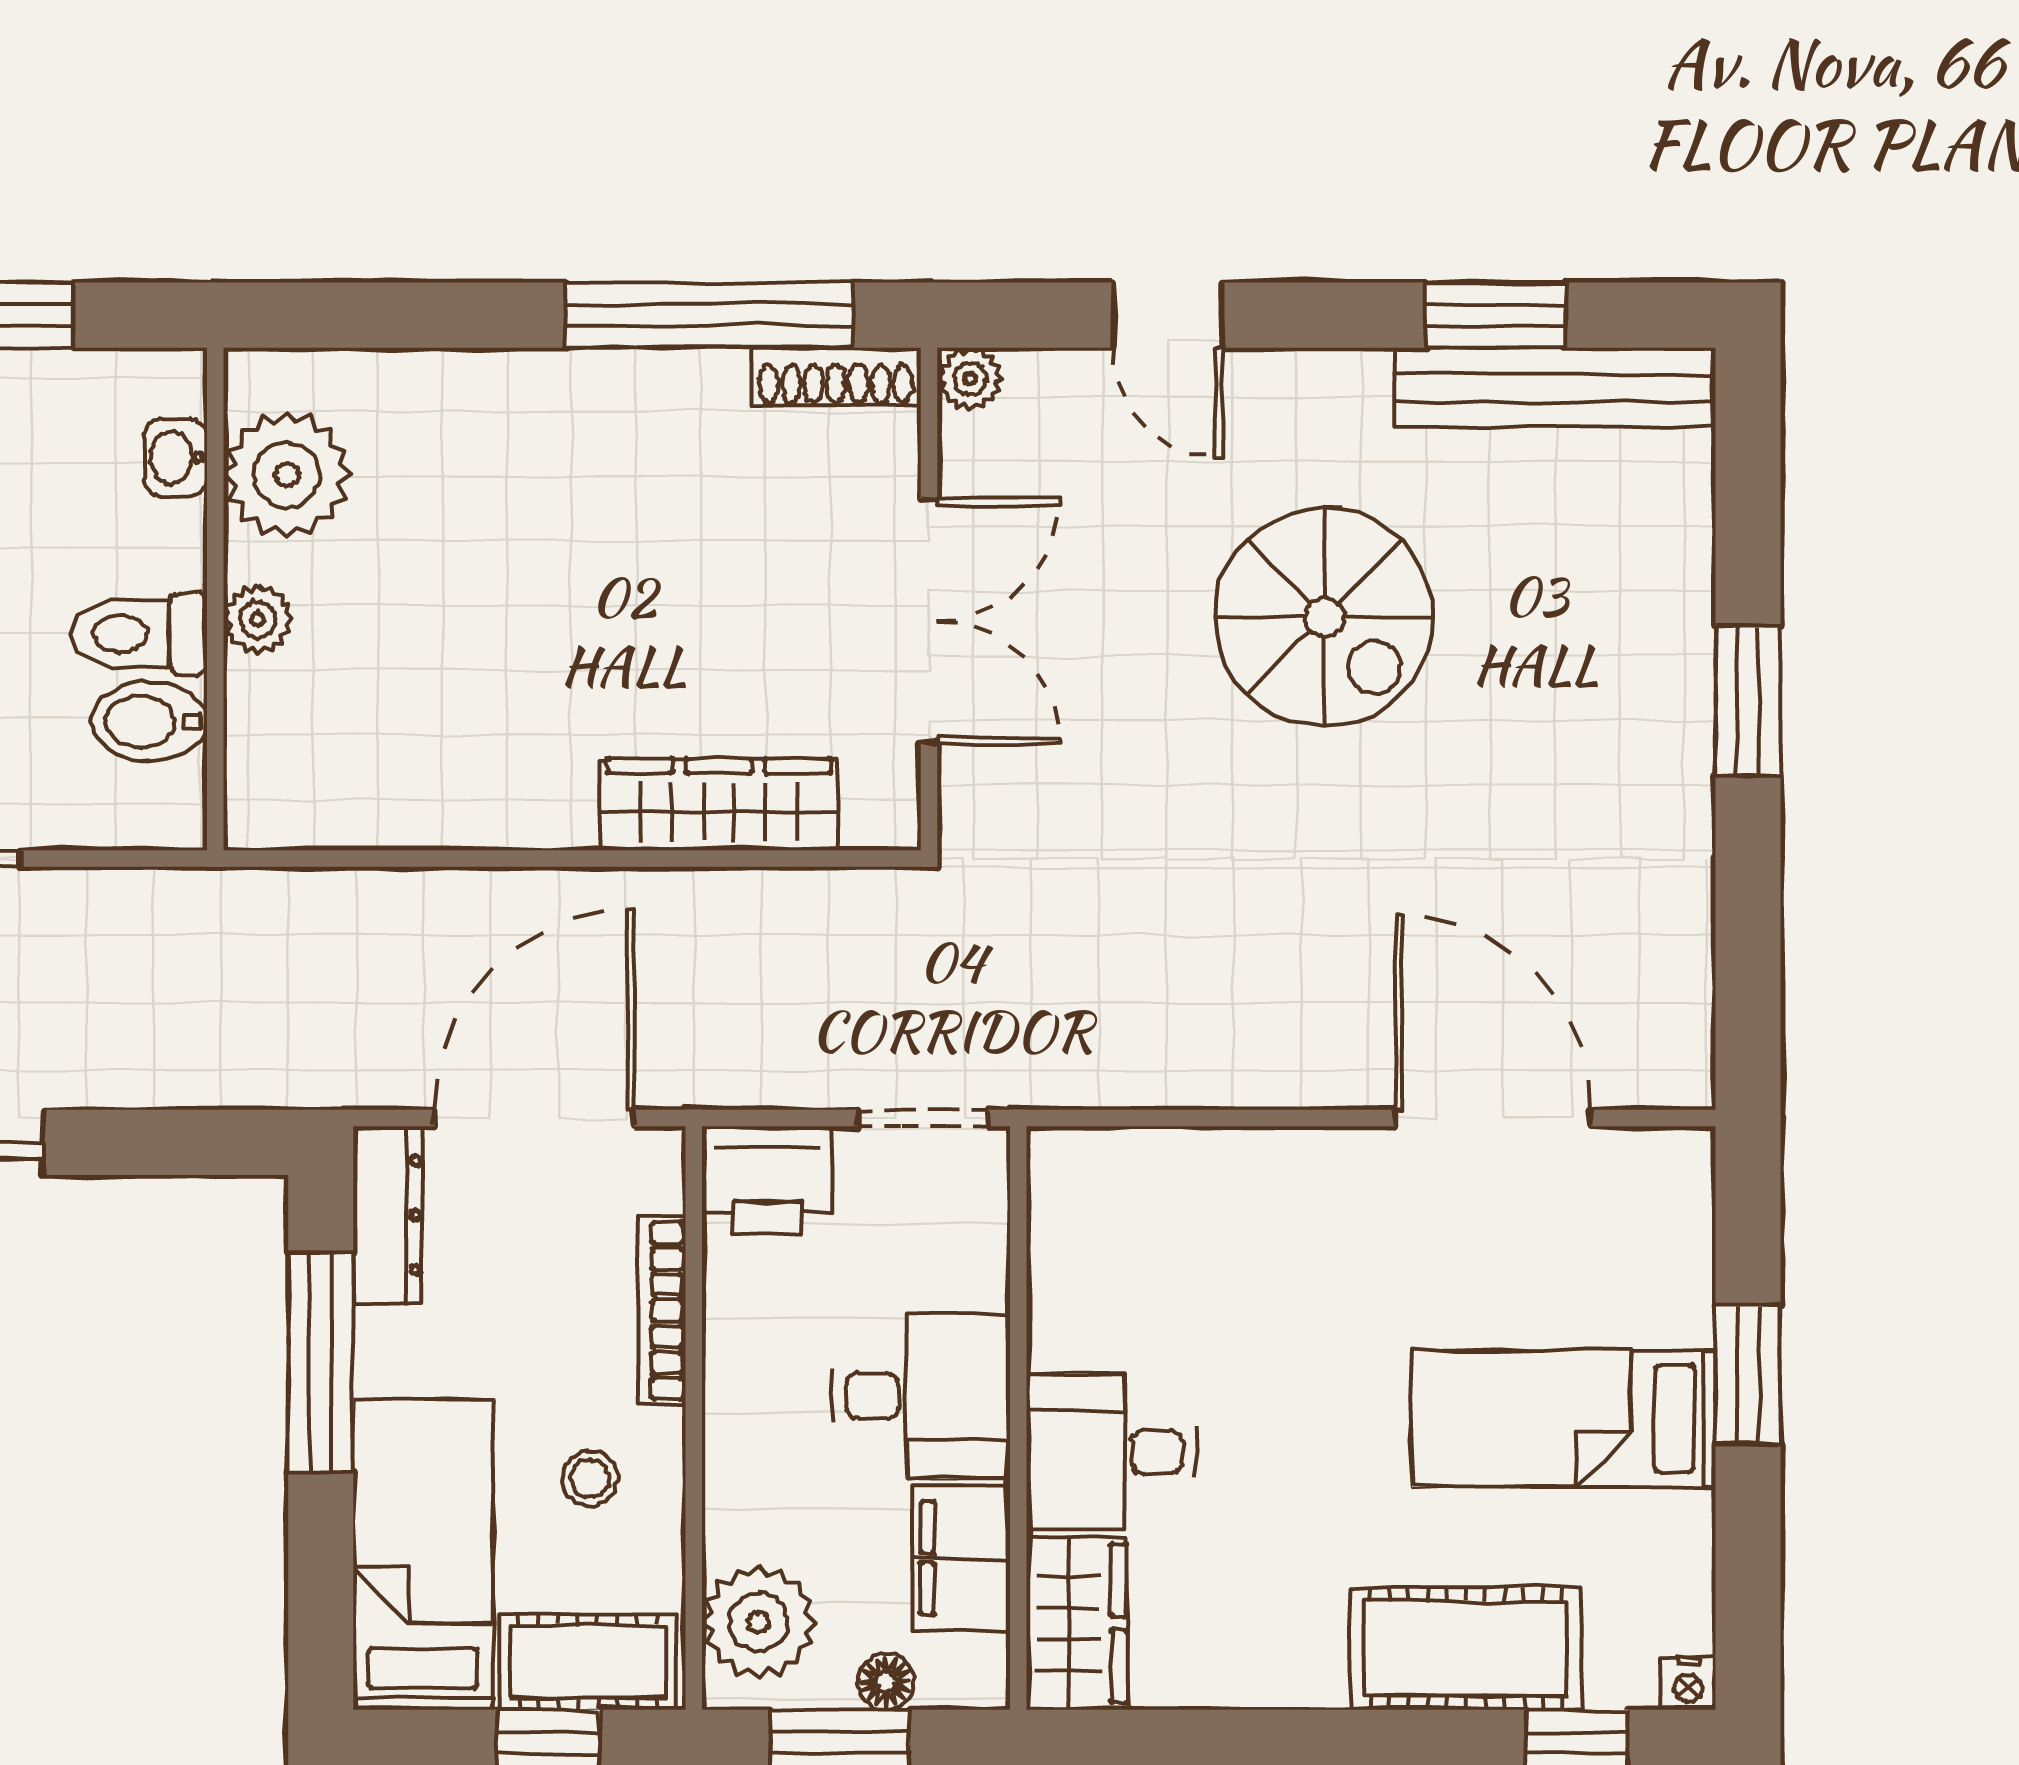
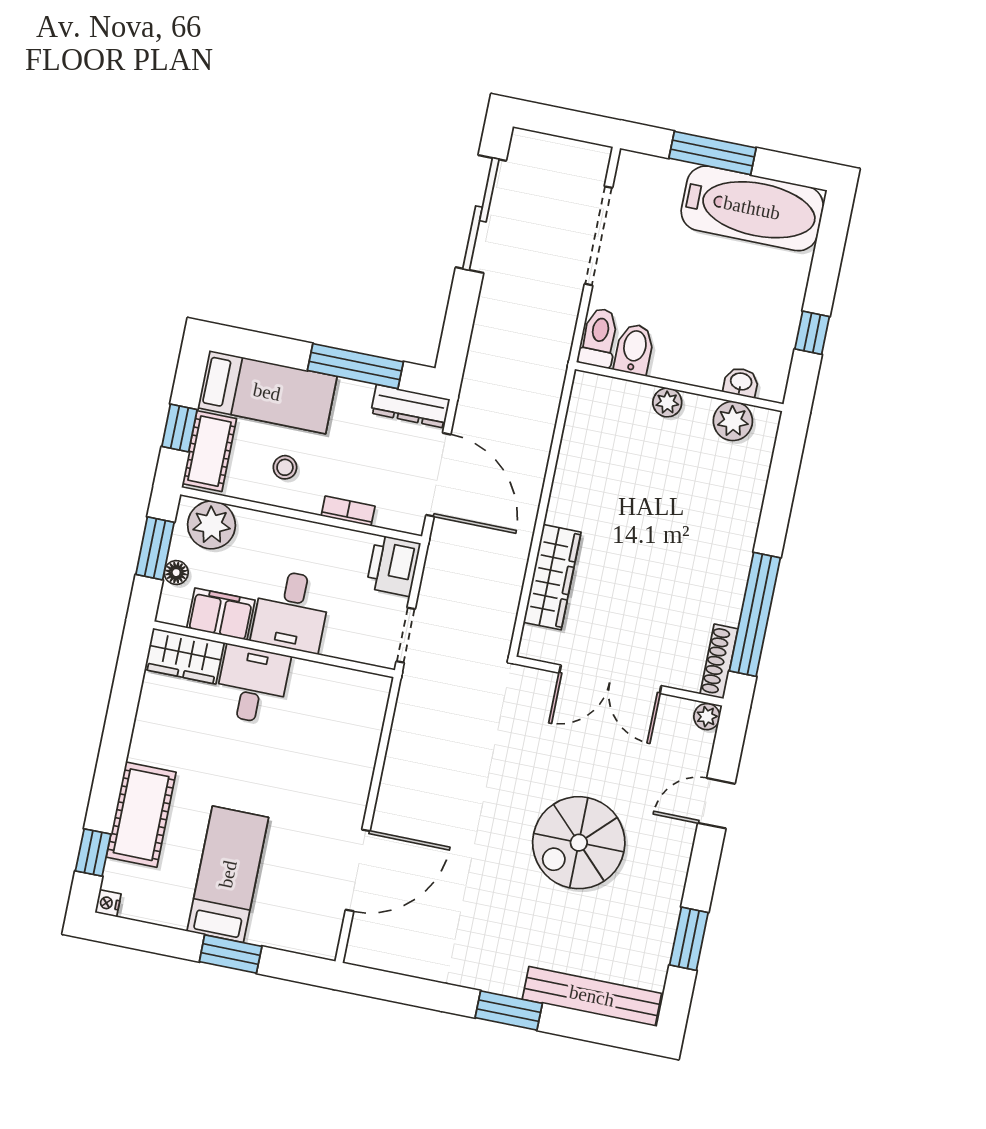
bench: (1555, 388) -> (592, 996), moved, turned 90
plant: (287, 475) -> (733, 421), width x0.73, depth x0.73
toilet: (139, 634) -> (599, 338), moved
bookcase: (662, 1311) -> (348, 511), width x0.64

